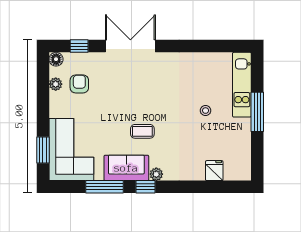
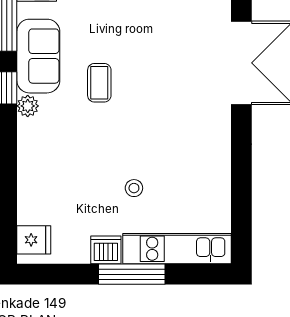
dishwasher: (243, 127) -> (106, 250), added
fridge: (214, 171) -> (34, 240), moved

